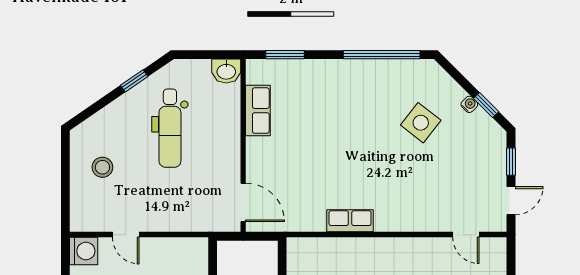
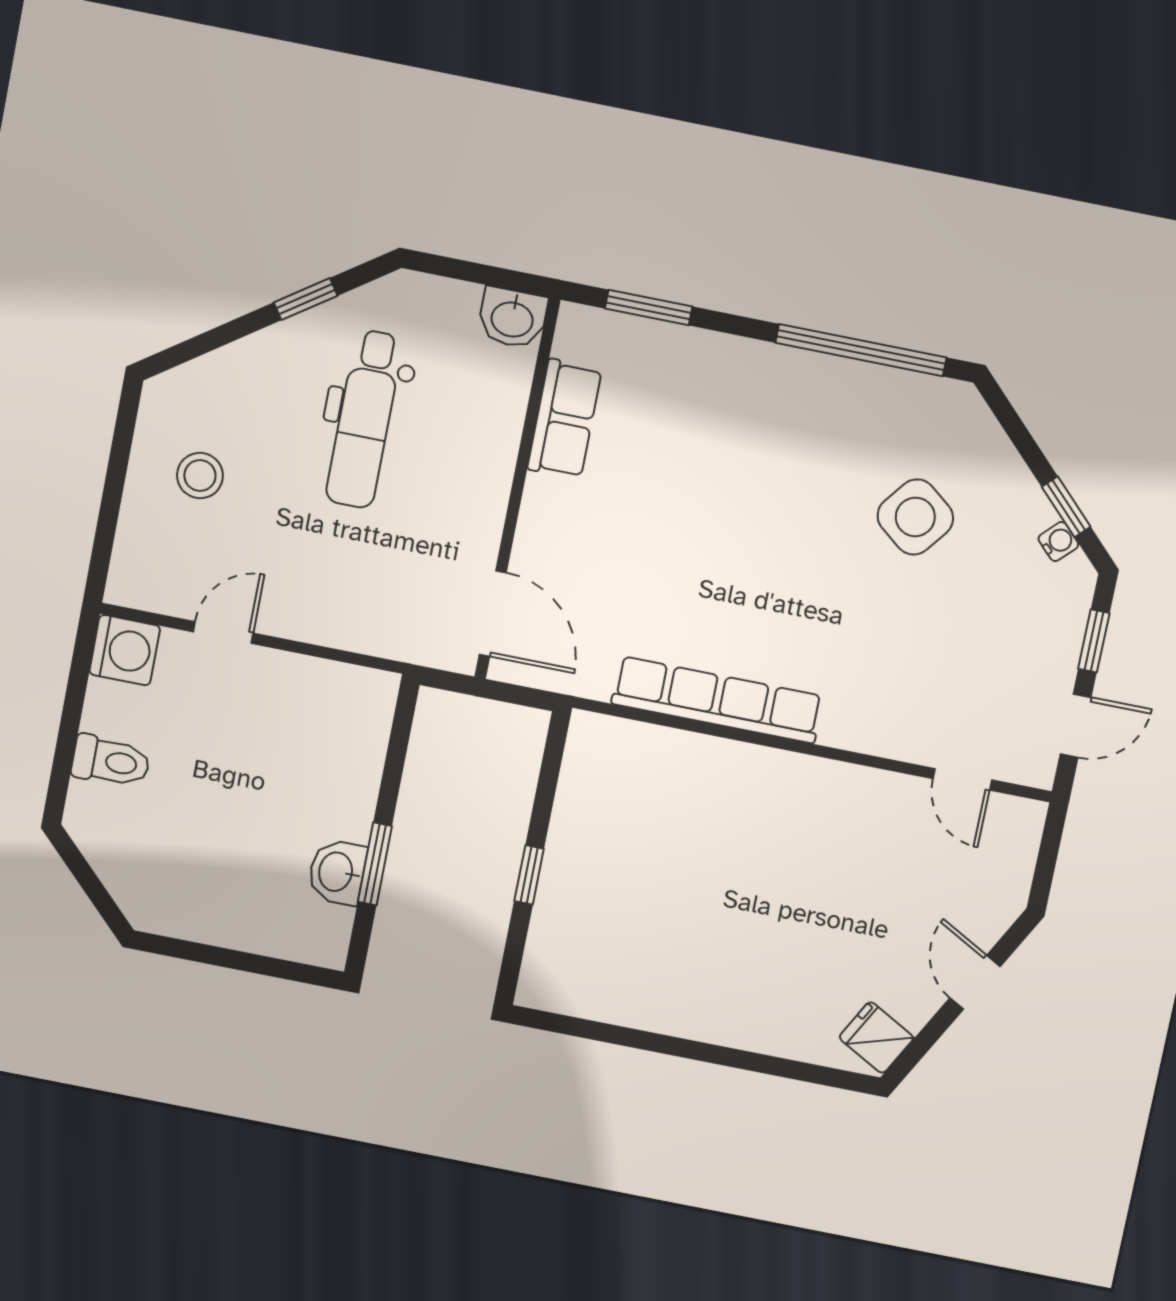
water cooler: (469, 104) -> (1058, 542), moved
row of seats: (350, 221) -> (717, 700), width x2.02
door: (126, 235) -> (223, 632), swing flipped

